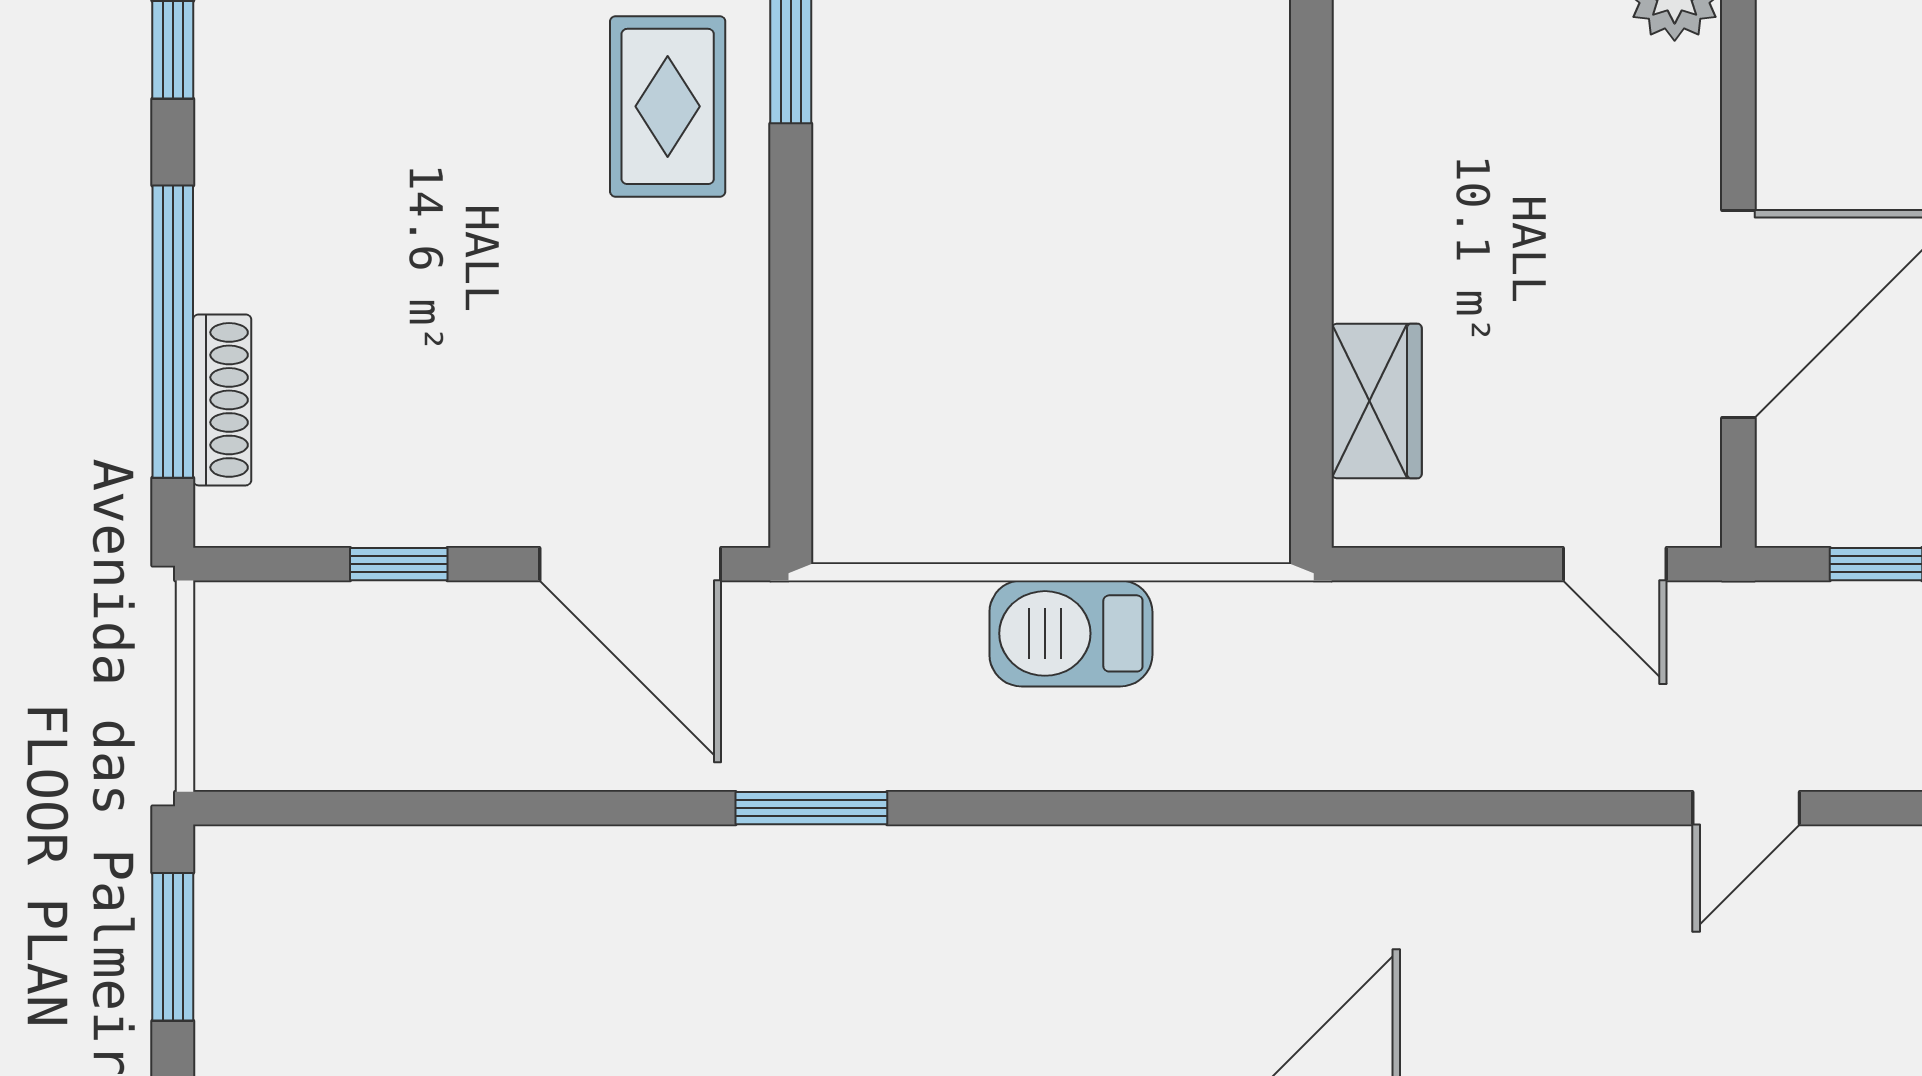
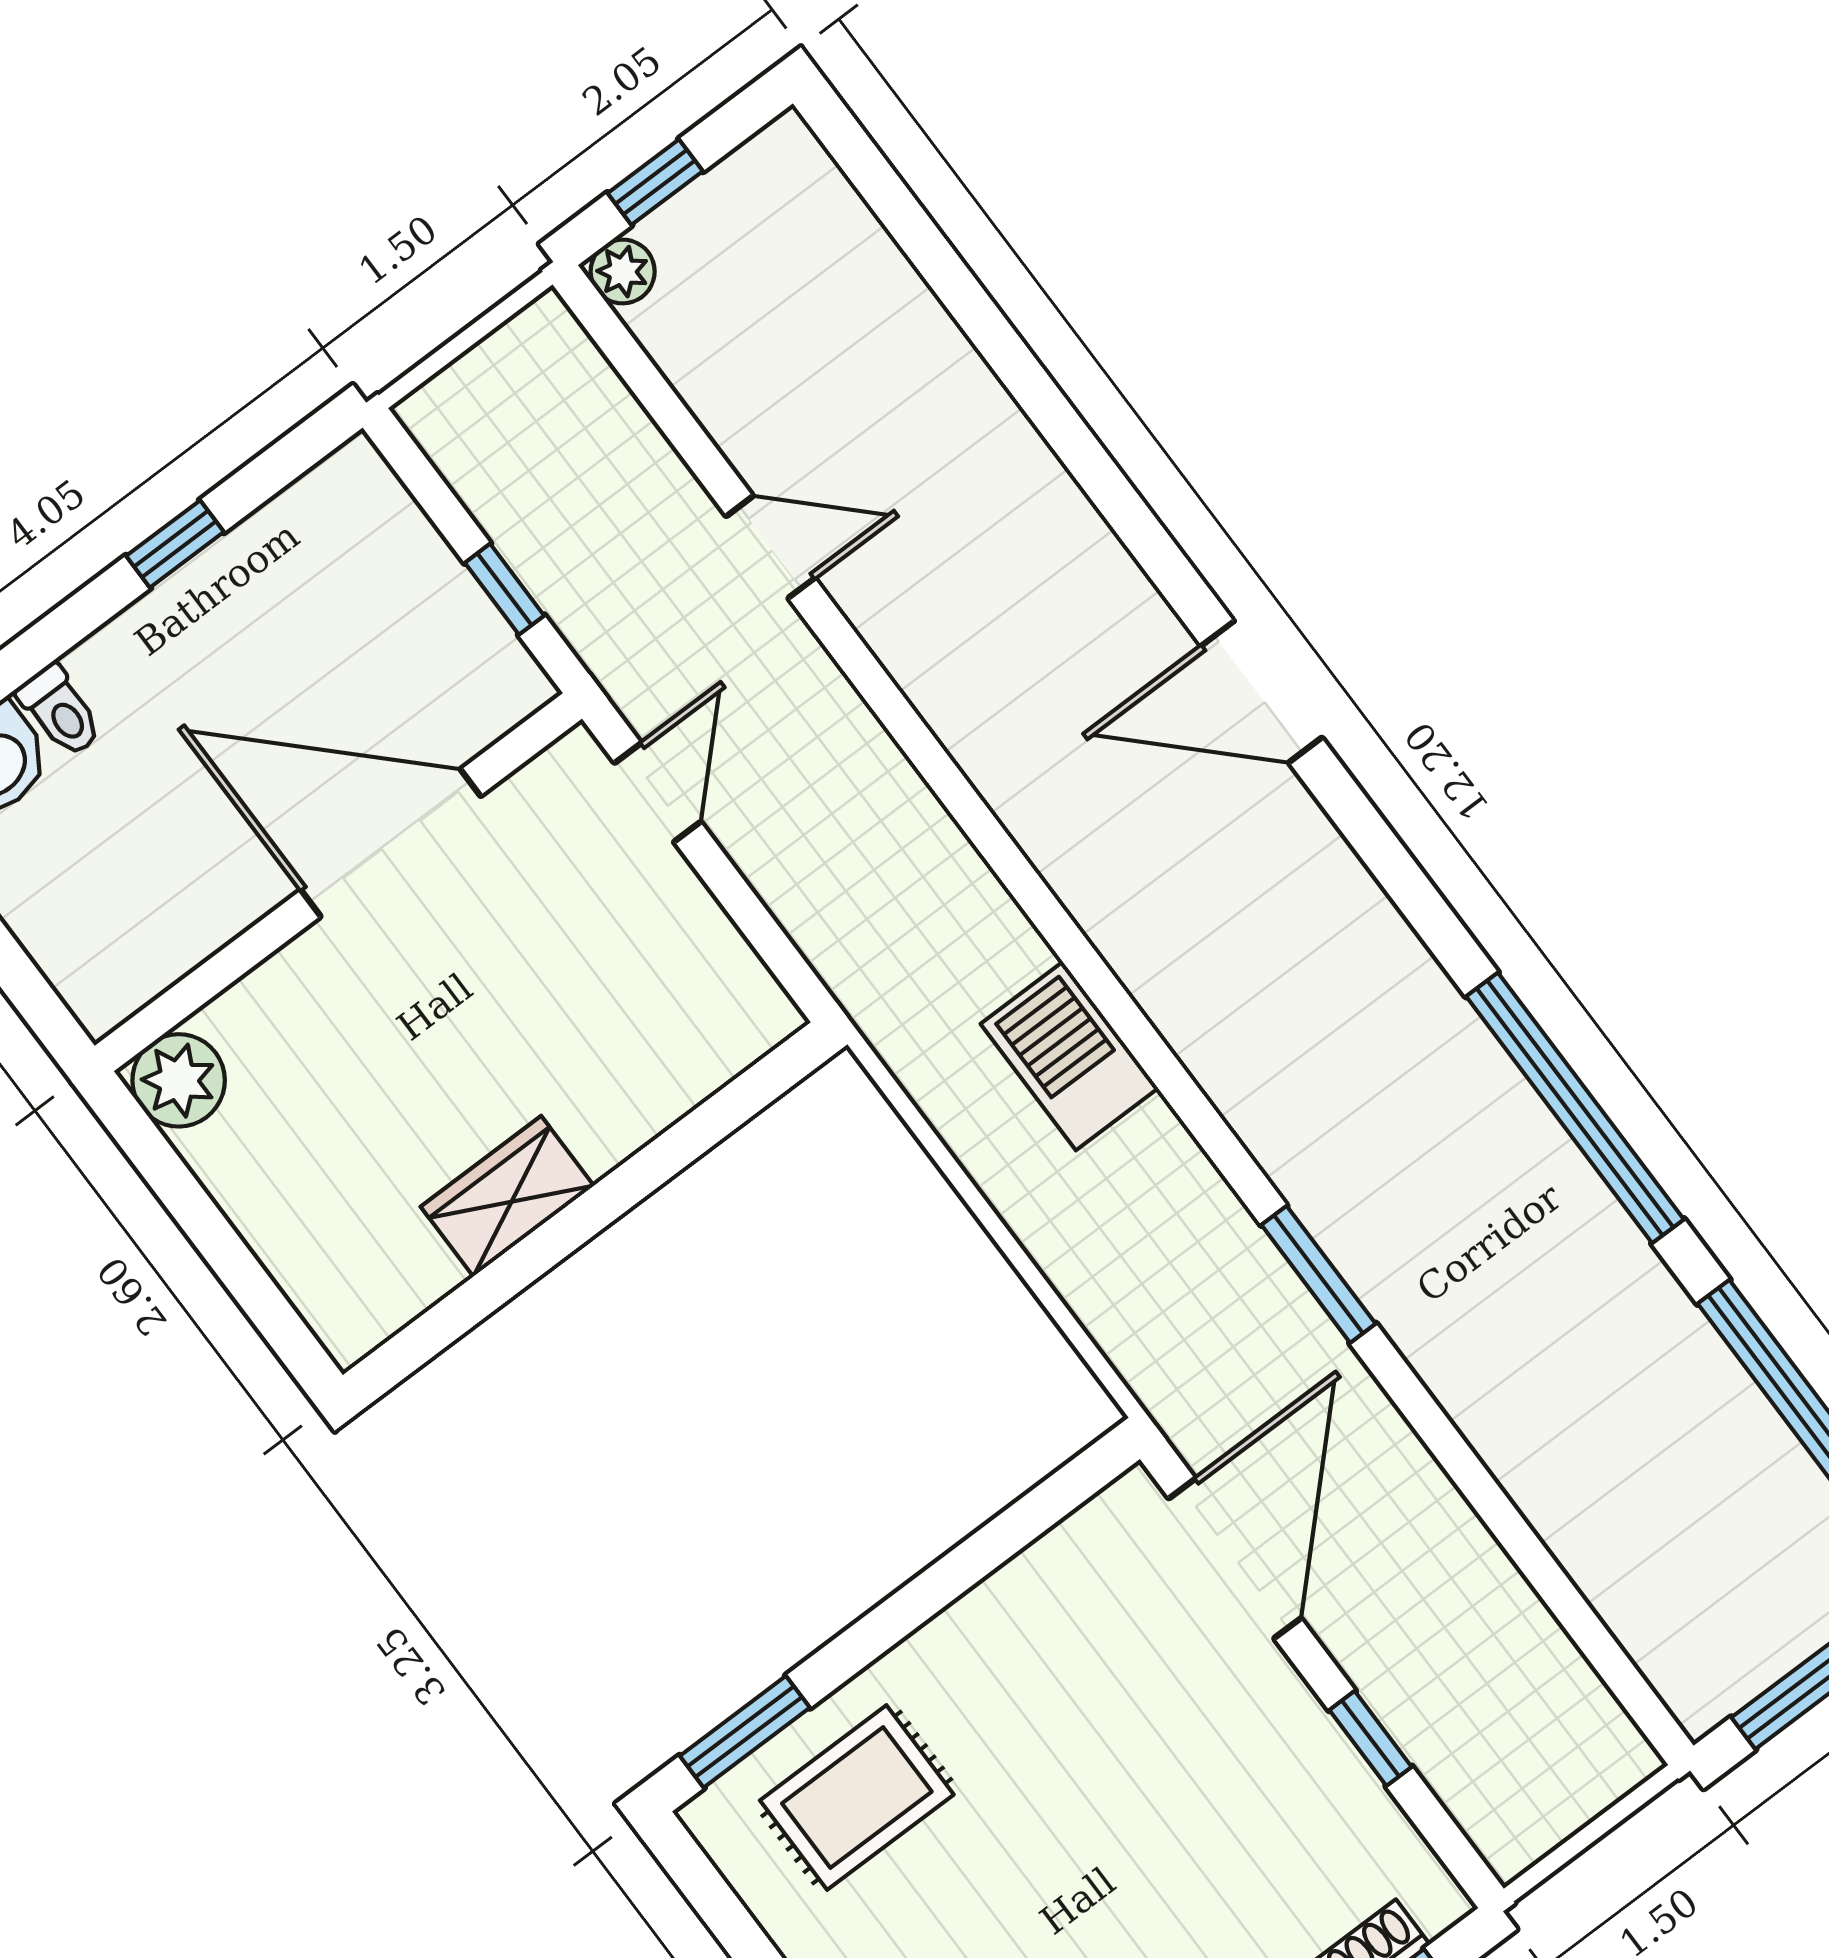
wardrobe: (1377, 401) -> (507, 1196), moved
barbecue: (1071, 633) -> (1069, 1056), moved, turned 180

